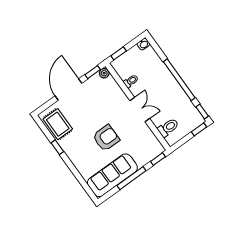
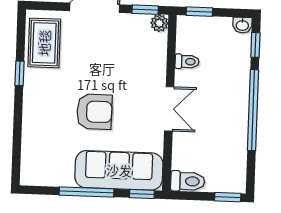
window: (202, 112) -> (255, 45), moved
toilet: (168, 128) -> (188, 181), moved
sofa: (112, 175) -> (119, 170), moved

